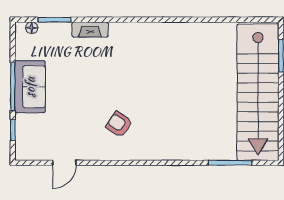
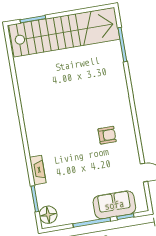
floor lamp: (32, 28) -> (48, 215), width x1.89, depth x1.89
sofa: (30, 87) -> (114, 205), moved
armchair: (119, 124) -> (107, 135), turned -124

